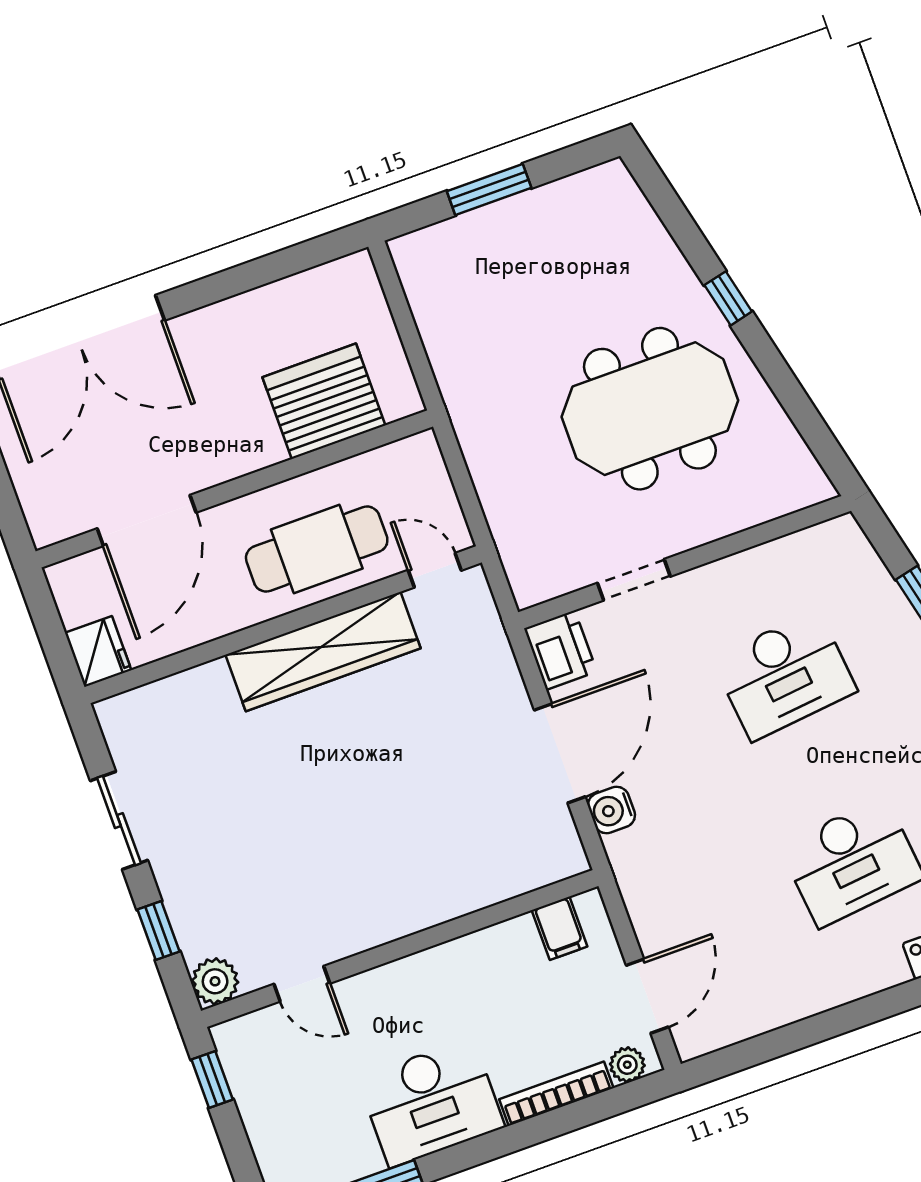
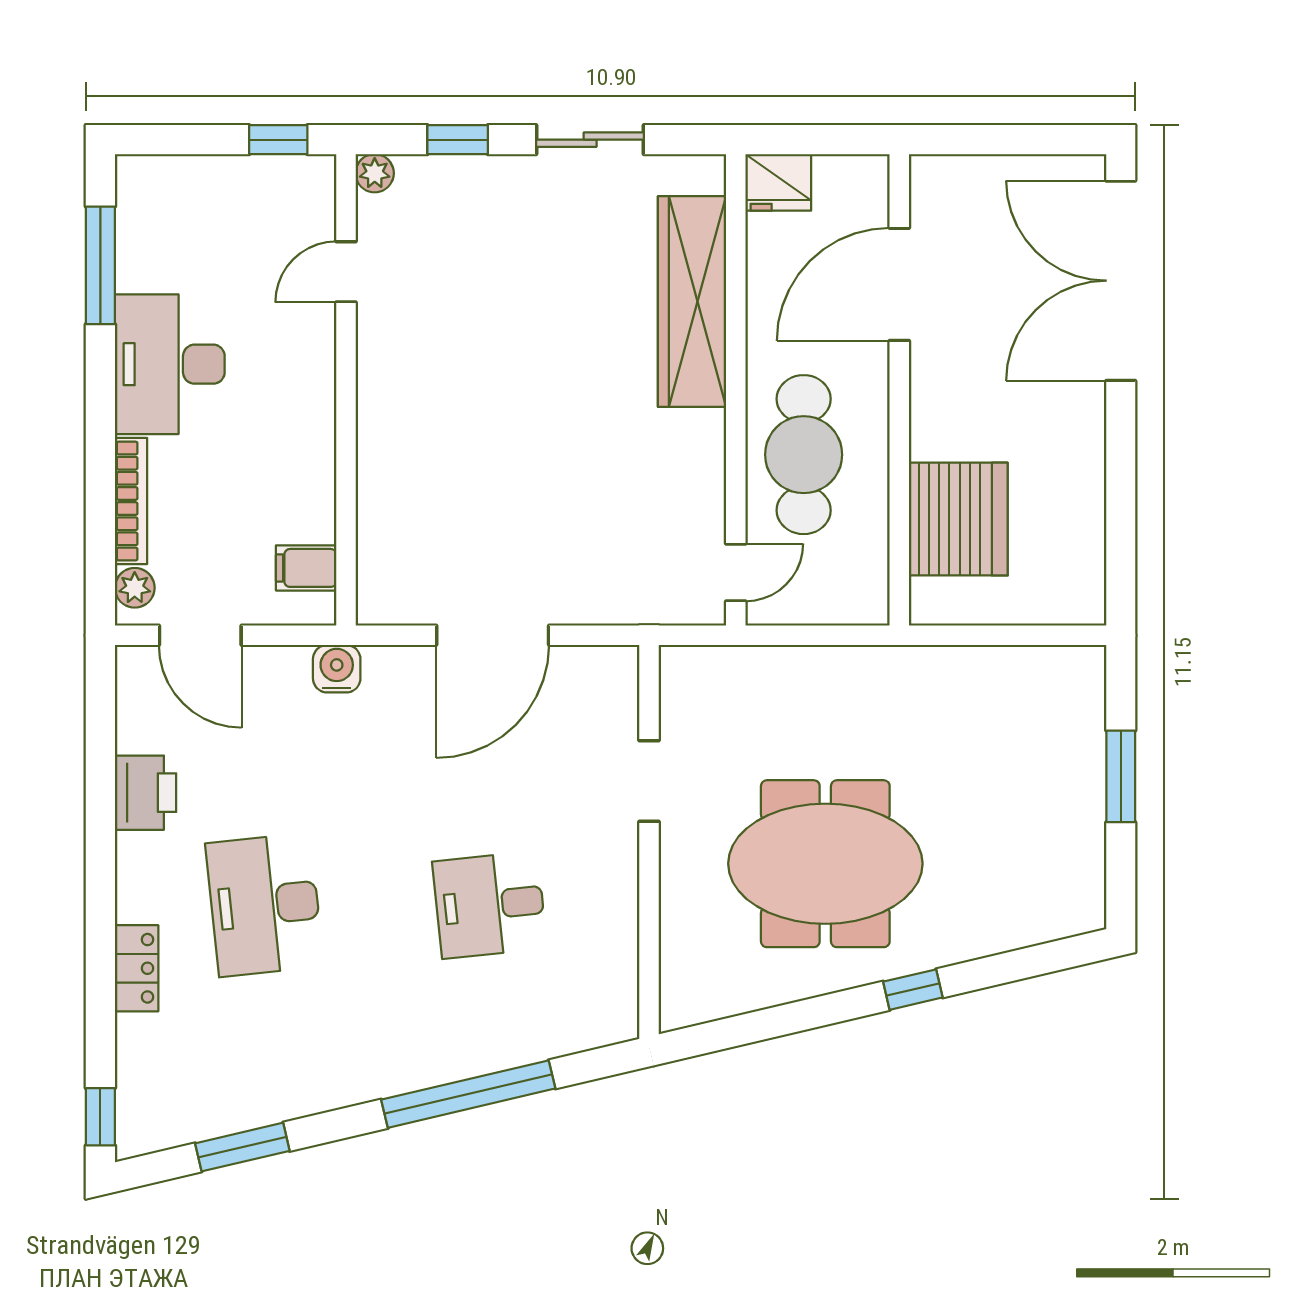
meeting table: (650, 409) -> (825, 864), turned 90
door: (147, 520) -> (899, 284), hinge flipped
printer: (560, 650) -> (146, 793), moved, turned -90
wardrobe: (323, 651) -> (692, 302), moved
desk: (784, 675) -> (490, 905), width x0.73
door: (560, 753) -> (493, 635), hinge flipped
water cooler: (611, 810) -> (337, 669), moved
plant: (215, 981) -> (375, 173), width x0.73, depth x0.73

